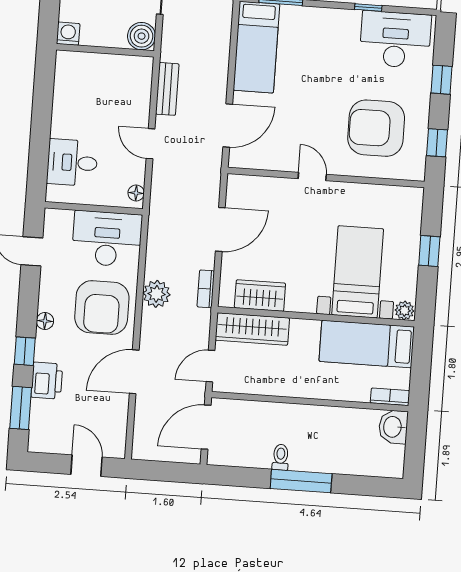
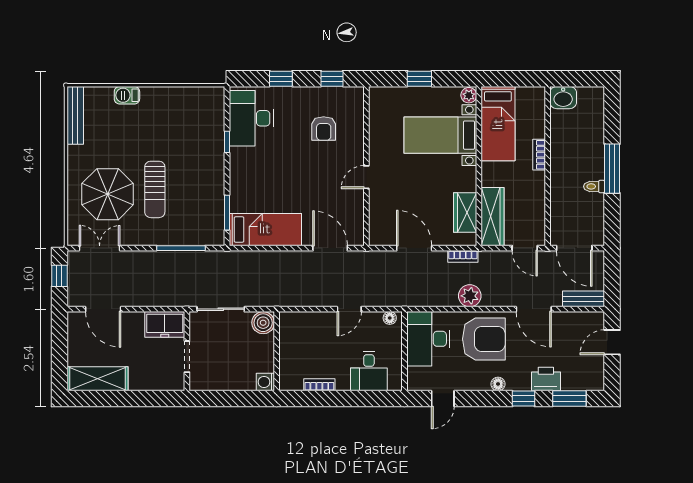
bench: (167, 89) -> (584, 299), moved
bookcase: (60, 100) -> (319, 385), added
armchair: (376, 128) -> (324, 129), width x0.53, depth x0.53
bookcase: (390, 397) -> (539, 155), moved

